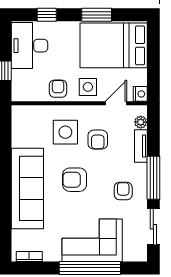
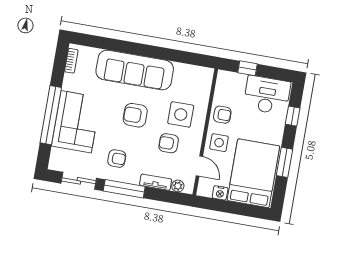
nightstand: (140, 94) -> (220, 193), moved
armchair: (75, 180) -> (135, 115), turned -90

